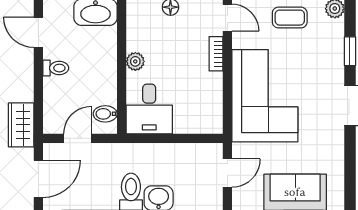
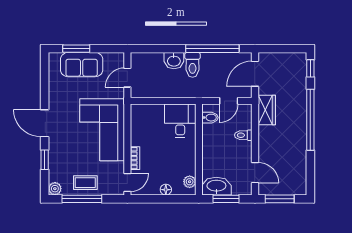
door: (227, 18) -> (127, 182), swing flipped
plant: (135, 61) -> (190, 182), moved
toilet: (56, 68) -> (243, 135), moved

